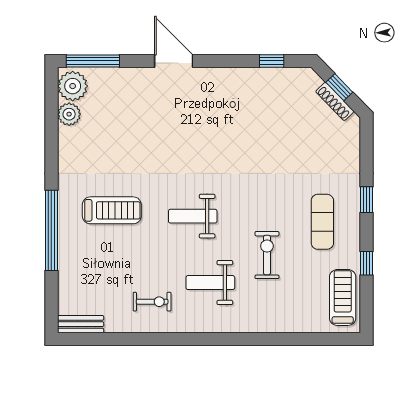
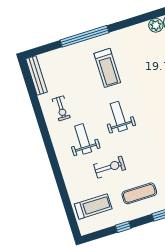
treadmill: (343, 297) -> (93, 206), moved
bench: (81, 324) -> (36, 75), width x1.36

